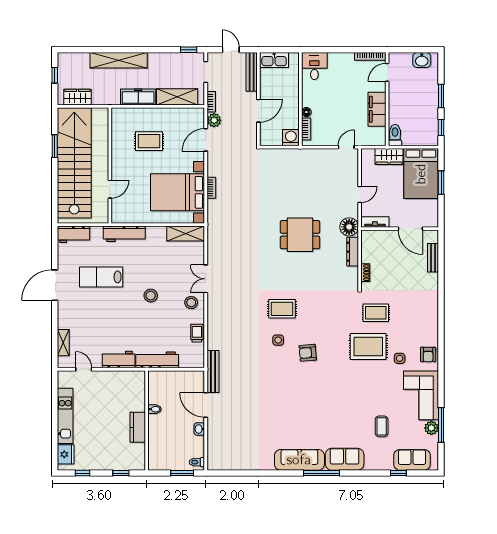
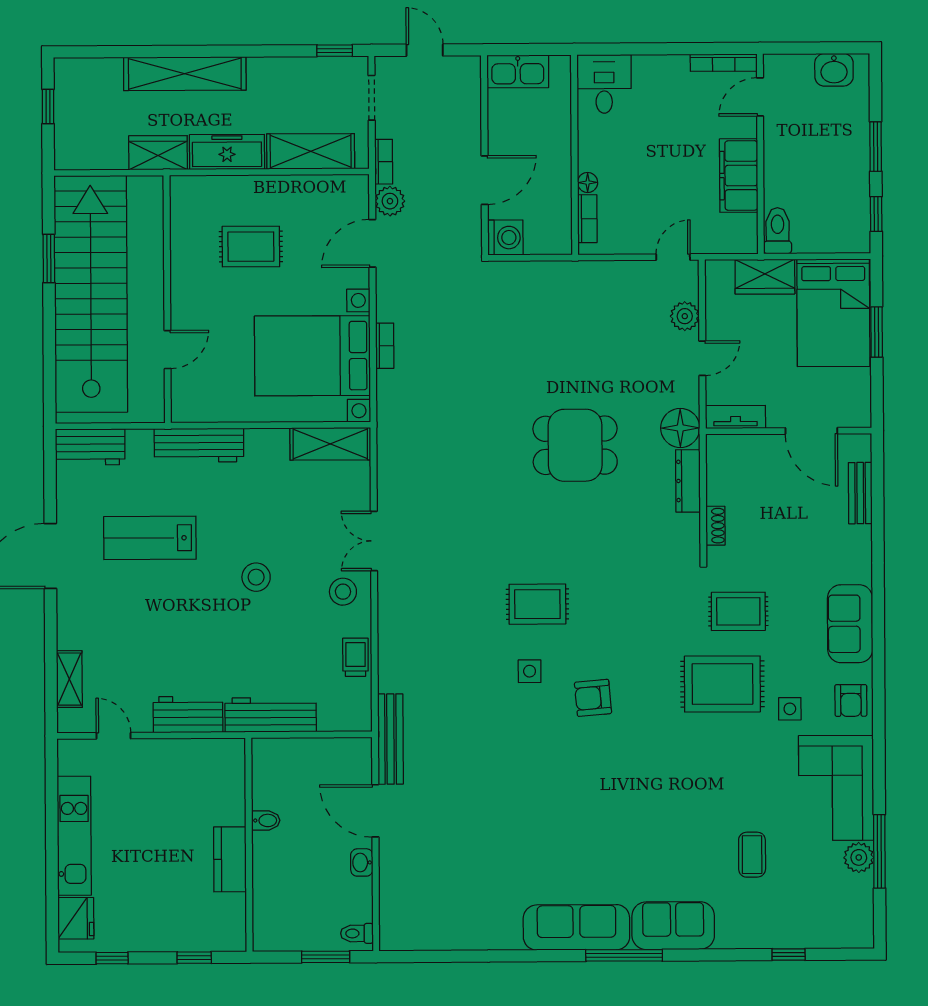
bench: (252, 72) -> (470, 97), removed
wardrobe: (77, 97) -> (158, 153), moved
washing machine: (291, 138) -> (505, 238), moved, turned 90
plant: (351, 175) -> (685, 316), added
sofa: (412, 460) -> (850, 624), moved, turned -90

